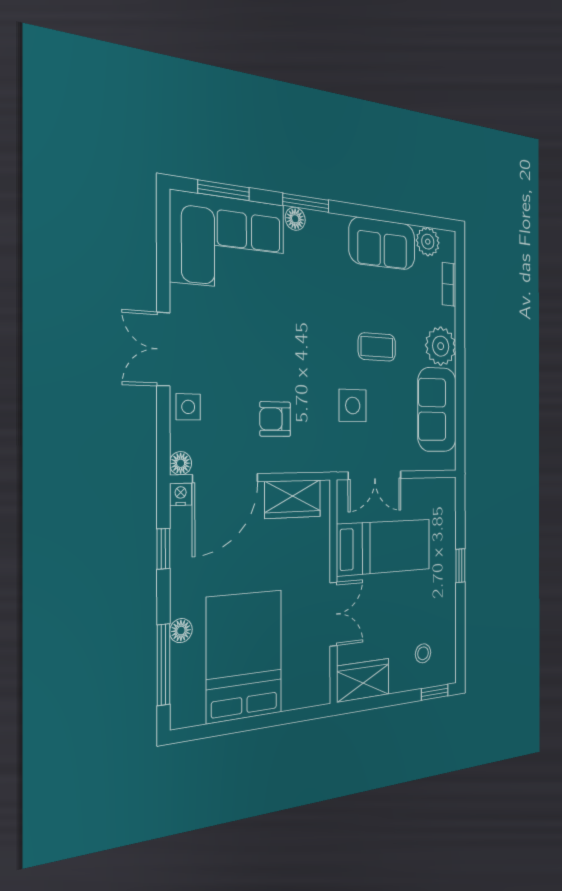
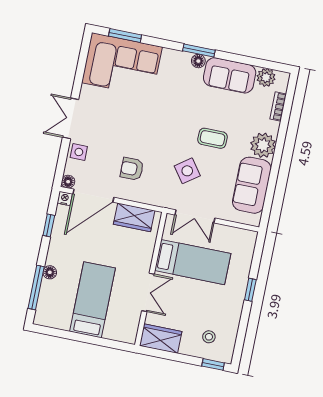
window: (306, 203) -> (199, 51), moved
floor lamp: (295, 219) -> (198, 61), moved
side table: (353, 406) -> (187, 171), turned -36
bed: (244, 656) -> (93, 300), width x0.67

